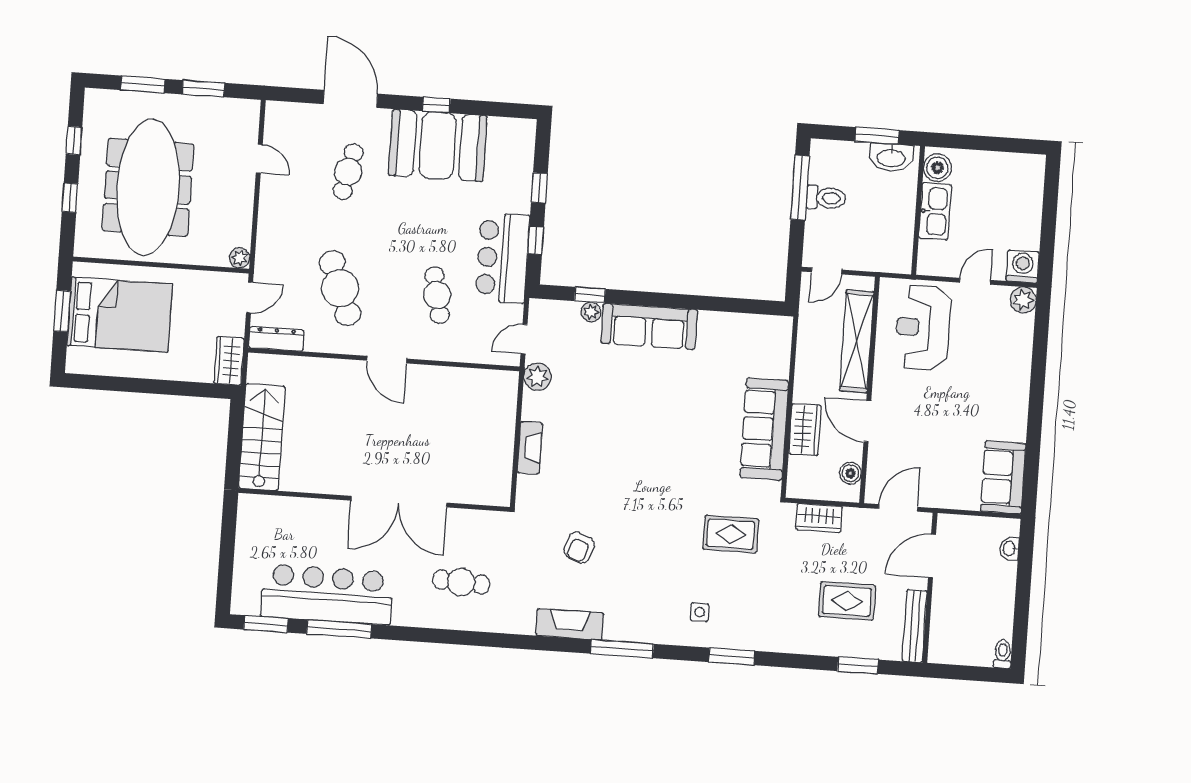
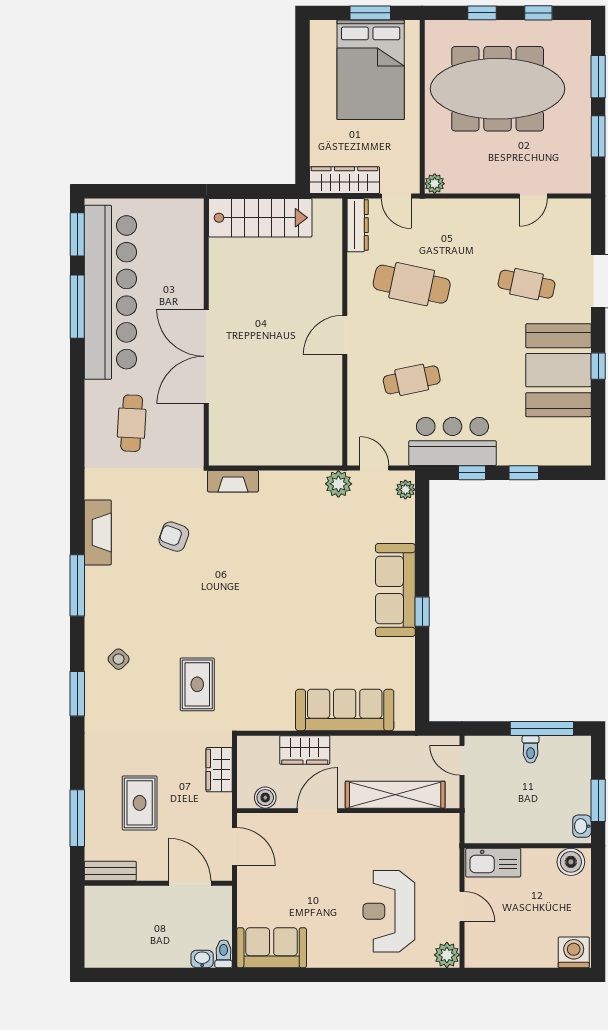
washbasin: (891, 157) -> (582, 826), width x0.52, depth x0.69
toilet: (826, 198) -> (531, 749), width x0.73, depth x0.72
kitchen sink: (935, 211) -> (493, 863), moved
washing machine: (1023, 266) -> (574, 952), moved, turned -90
cafe table: (340, 288) -> (412, 284), turned 33
window: (590, 295) -> (422, 612), moved
plant: (591, 312) -> (405, 490), moved
reception desk: (923, 327) -> (389, 911), moved, turned -90
wardrobe: (229, 361) -> (344, 180), width x1.50
sofa: (764, 429) -> (345, 710), moved
fireplace: (530, 448) -> (233, 481), moved
bar counter: (327, 594) -> (110, 292), width x1.36
side table: (700, 612) -> (119, 659), turned 45
bench: (915, 626) -> (110, 871), width x0.73
toilet: (1003, 654) -> (224, 954), moved, turned -90
window: (858, 665) -> (77, 818), width x1.44

